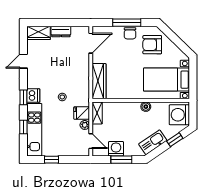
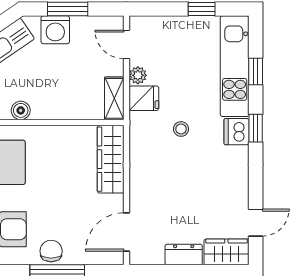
door: (23, 61) -> (256, 223), moved
washing machine: (116, 149) -> (55, 30), moved

